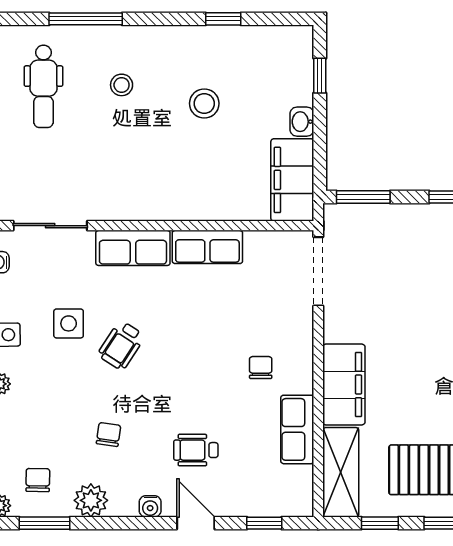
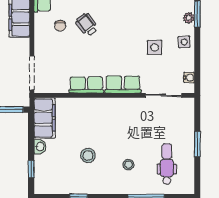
wheelchair: (121, 345) -> (87, 25), moved, turned -70

